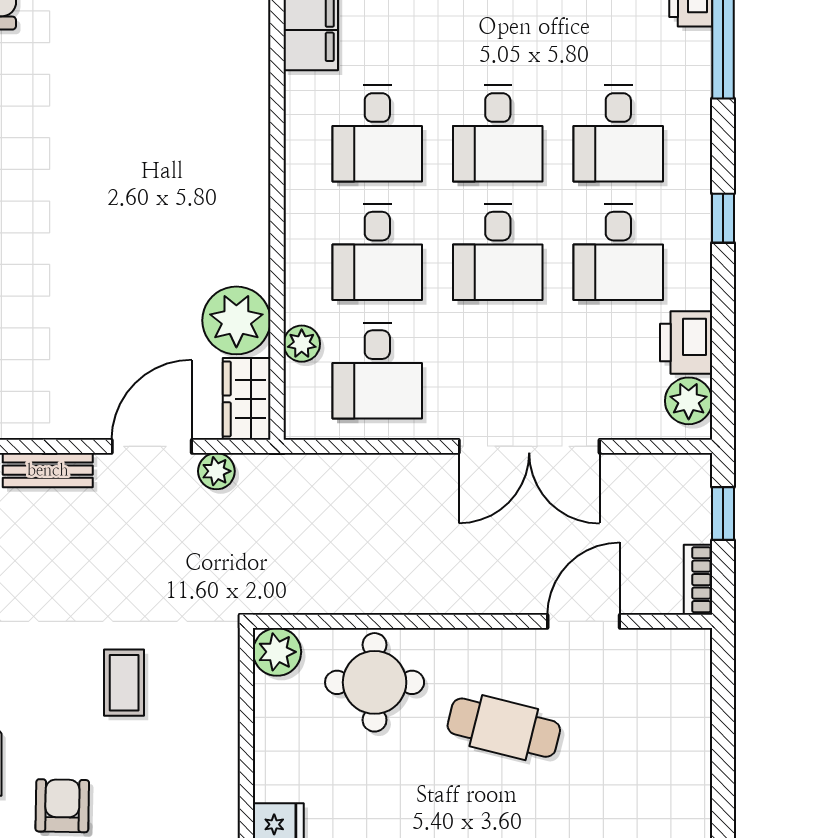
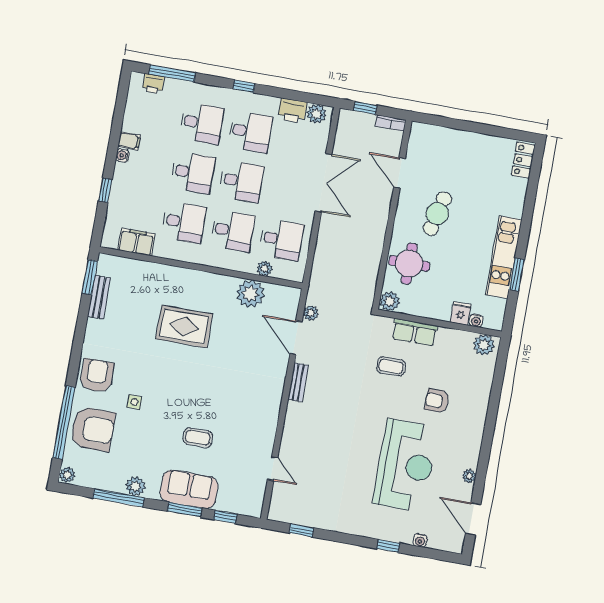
rug: (131, 178) -> (184, 326), added
wardrobe: (247, 399) -> (283, 295), removed
row of seats: (215, 724) -> (415, 332), added

